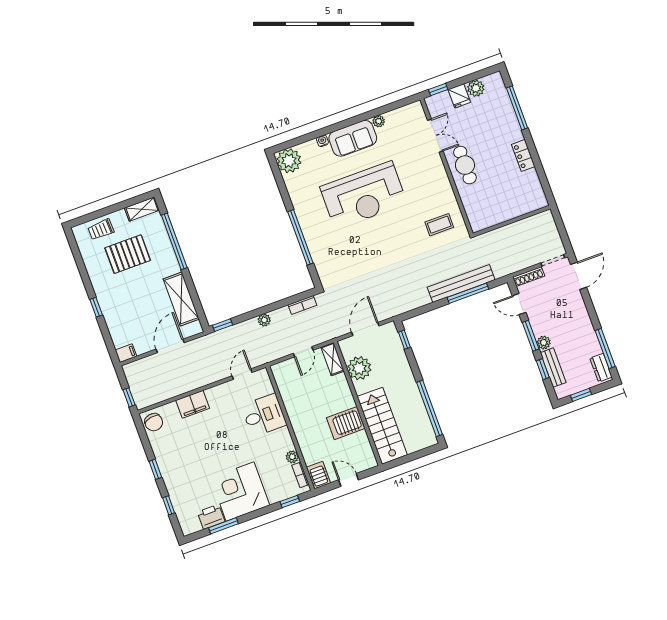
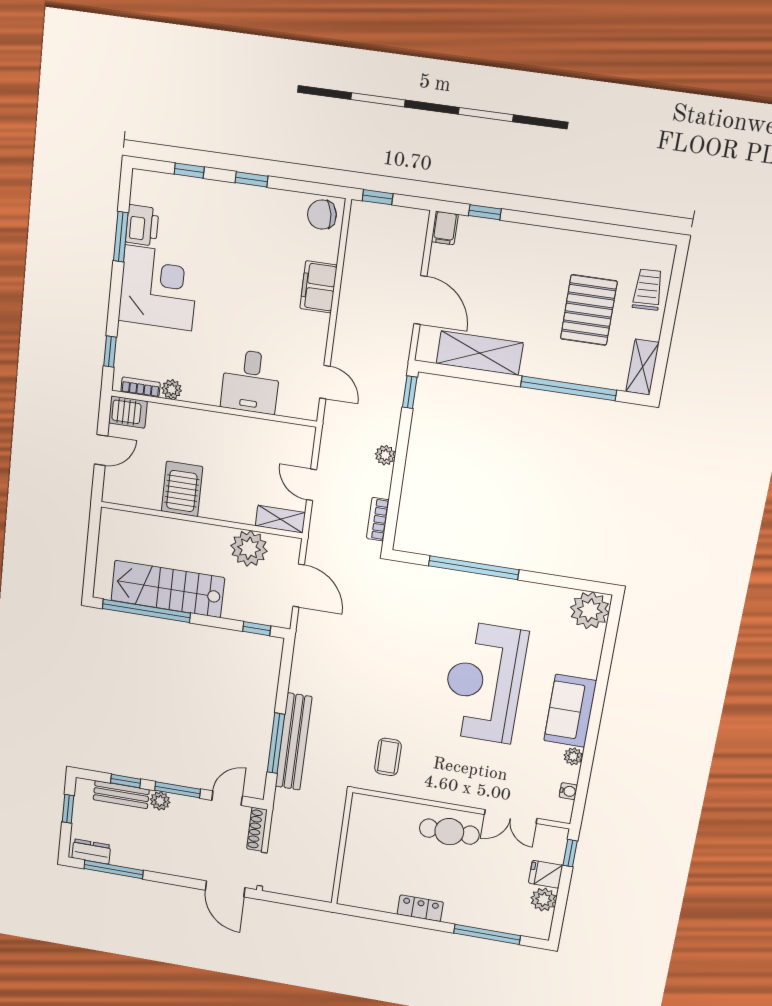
water cooler: (322, 141) -> (568, 791), moved
window: (96, 307) -> (485, 212), moved
stairs: (382, 426) -> (168, 589), moved, turned 180

